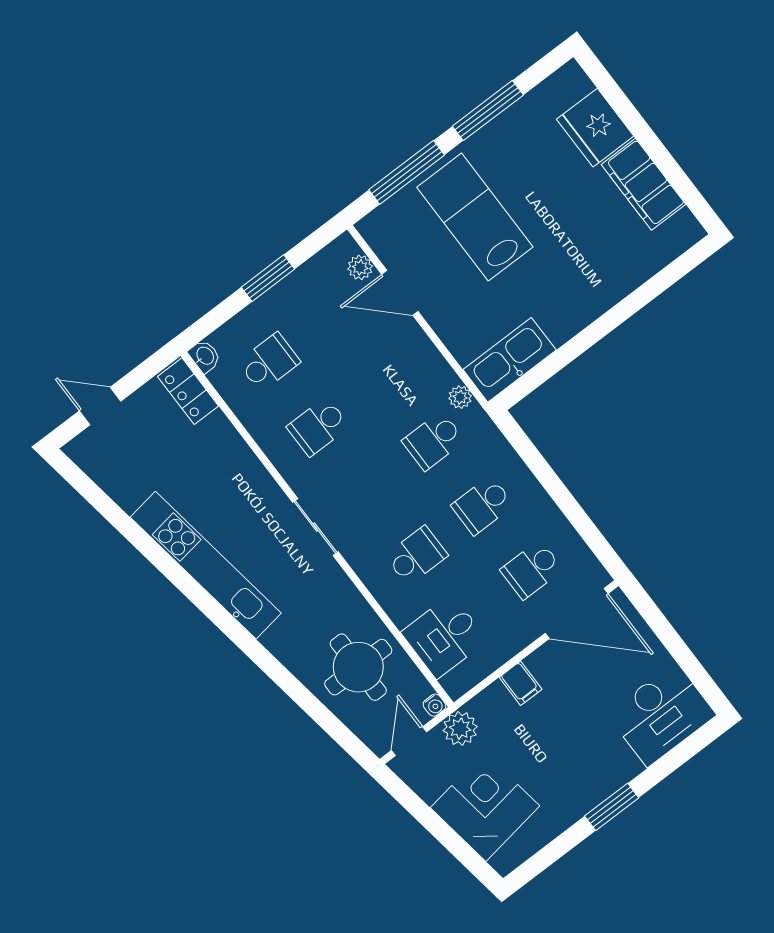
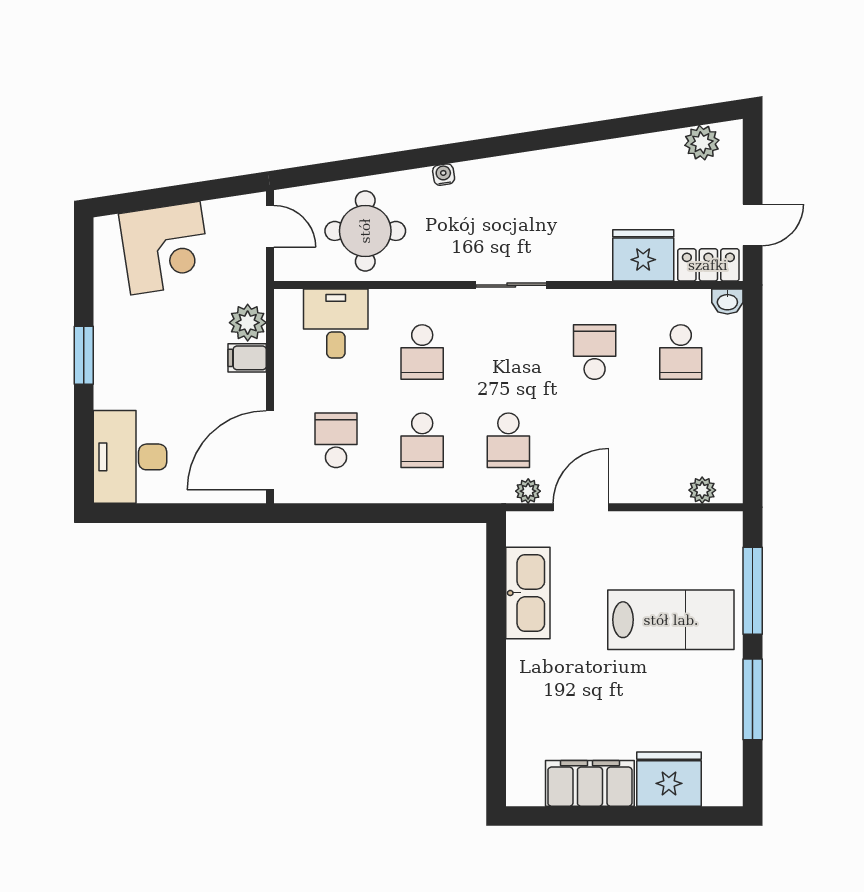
window: (268, 278) -> (753, 405), removed
door: (400, 293) -> (581, 507), moved
kitchen sink: (510, 360) -> (528, 593), moved
door: (100, 406) -> (753, 225), moved
school desk: (433, 441) -> (508, 440), turned 180
fridge: (218, 445) -> (643, 255), added
plant: (100, 466) -> (702, 143), added
school desk: (482, 505) -> (422, 440), turned 180
kitchen unit: (206, 565) -> (550, 168), removed
water cooler: (434, 705) -> (444, 175), moved, turned 81
plant: (460, 729) -> (248, 323), moved

